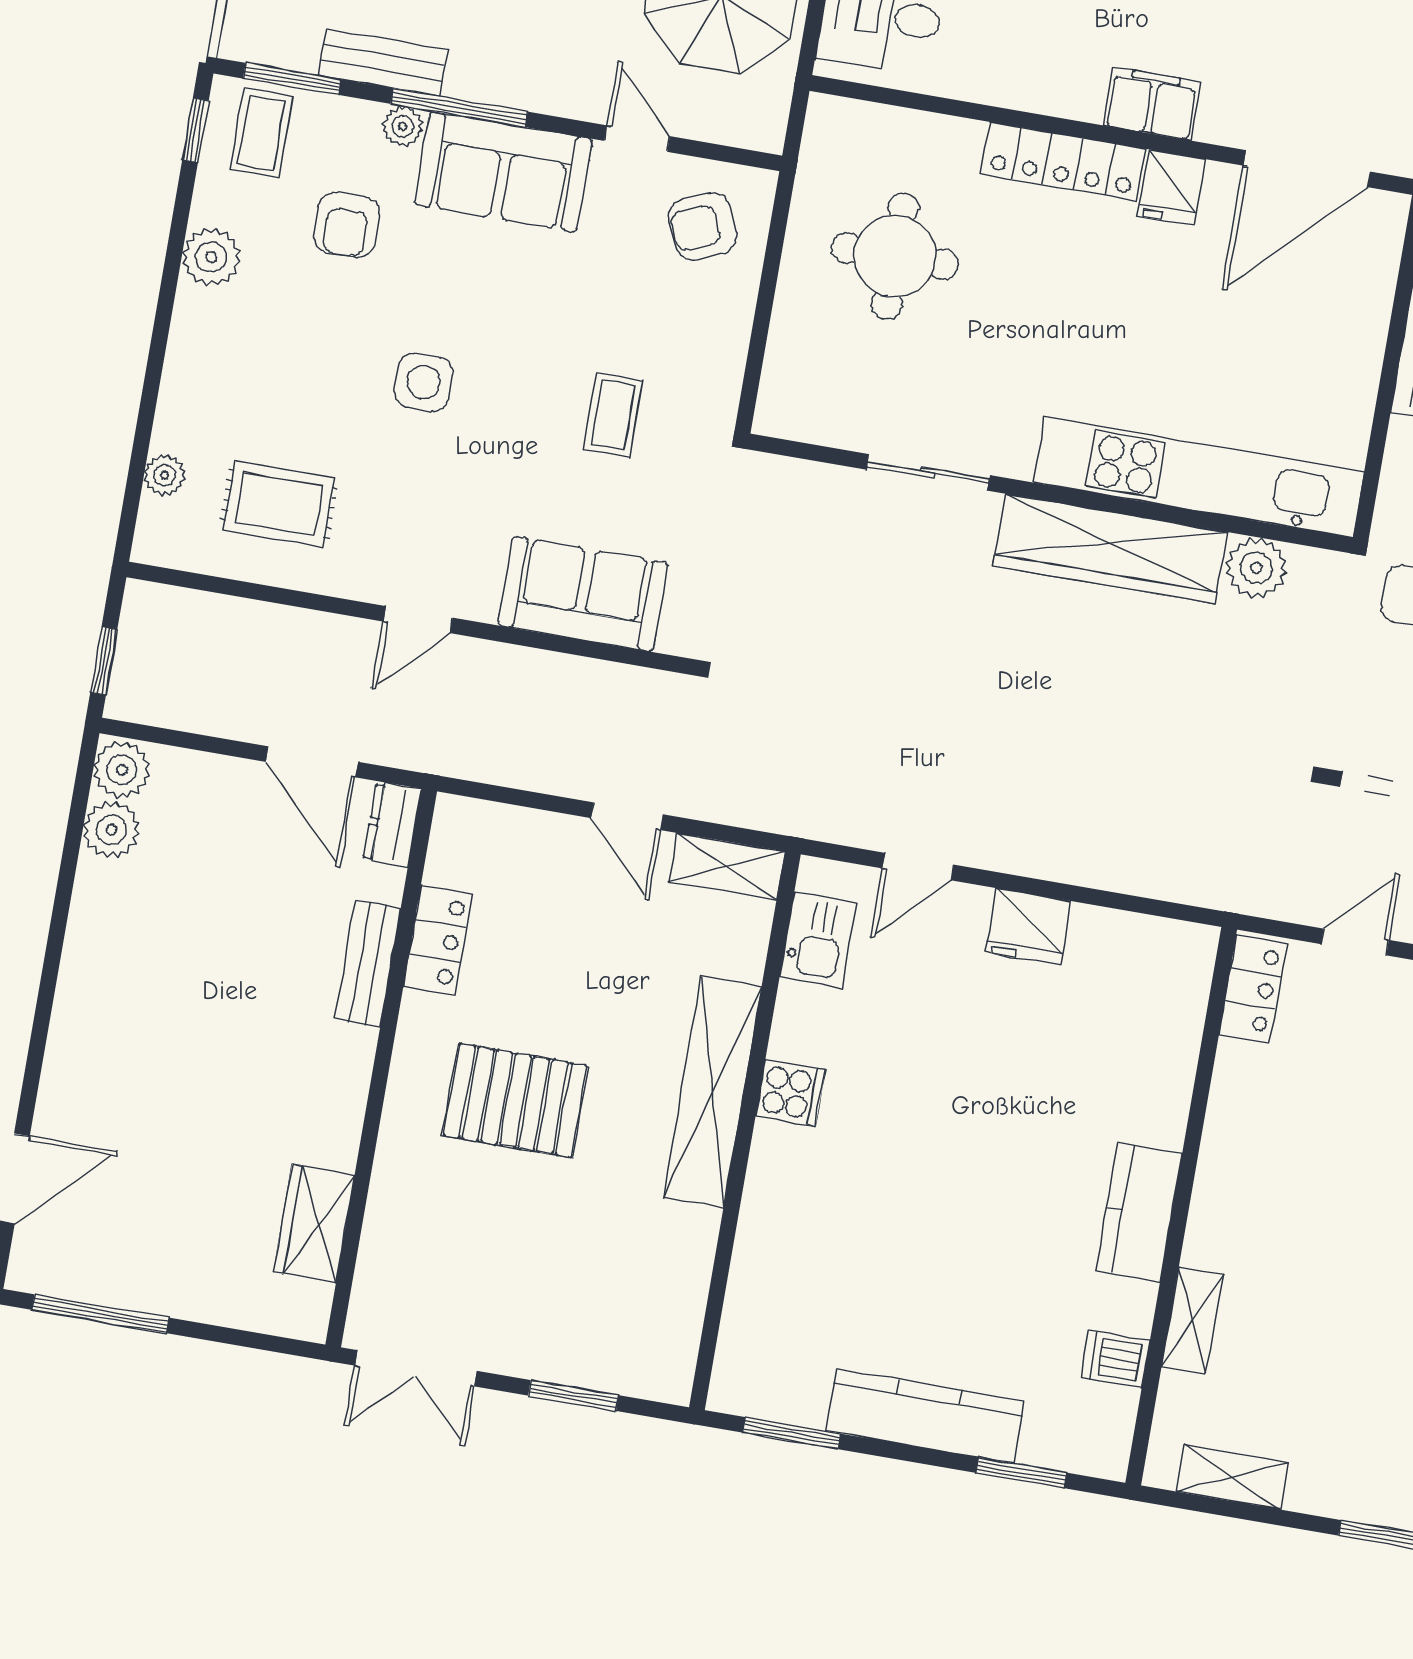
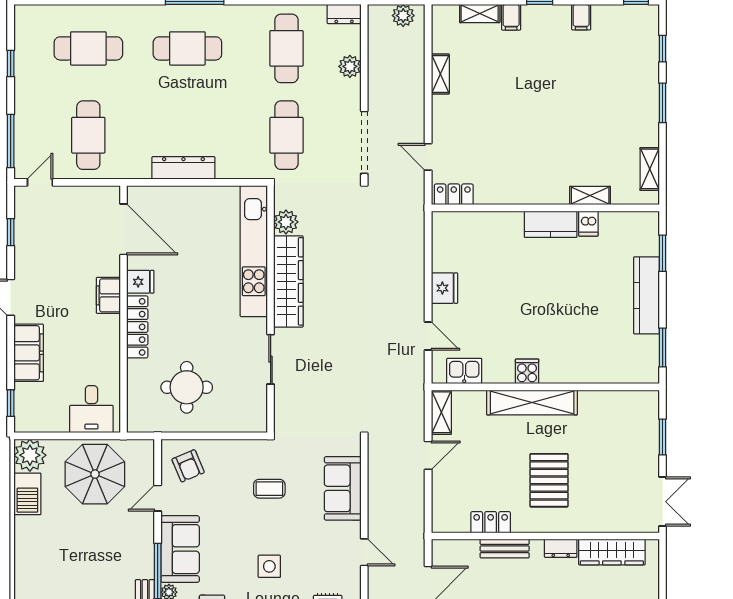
dresser: (392, 824) -> (561, 548), moved
wardrobe: (314, 1224) -> (612, 552), width x1.50
dishwasher: (1115, 1359) -> (588, 224), moved

